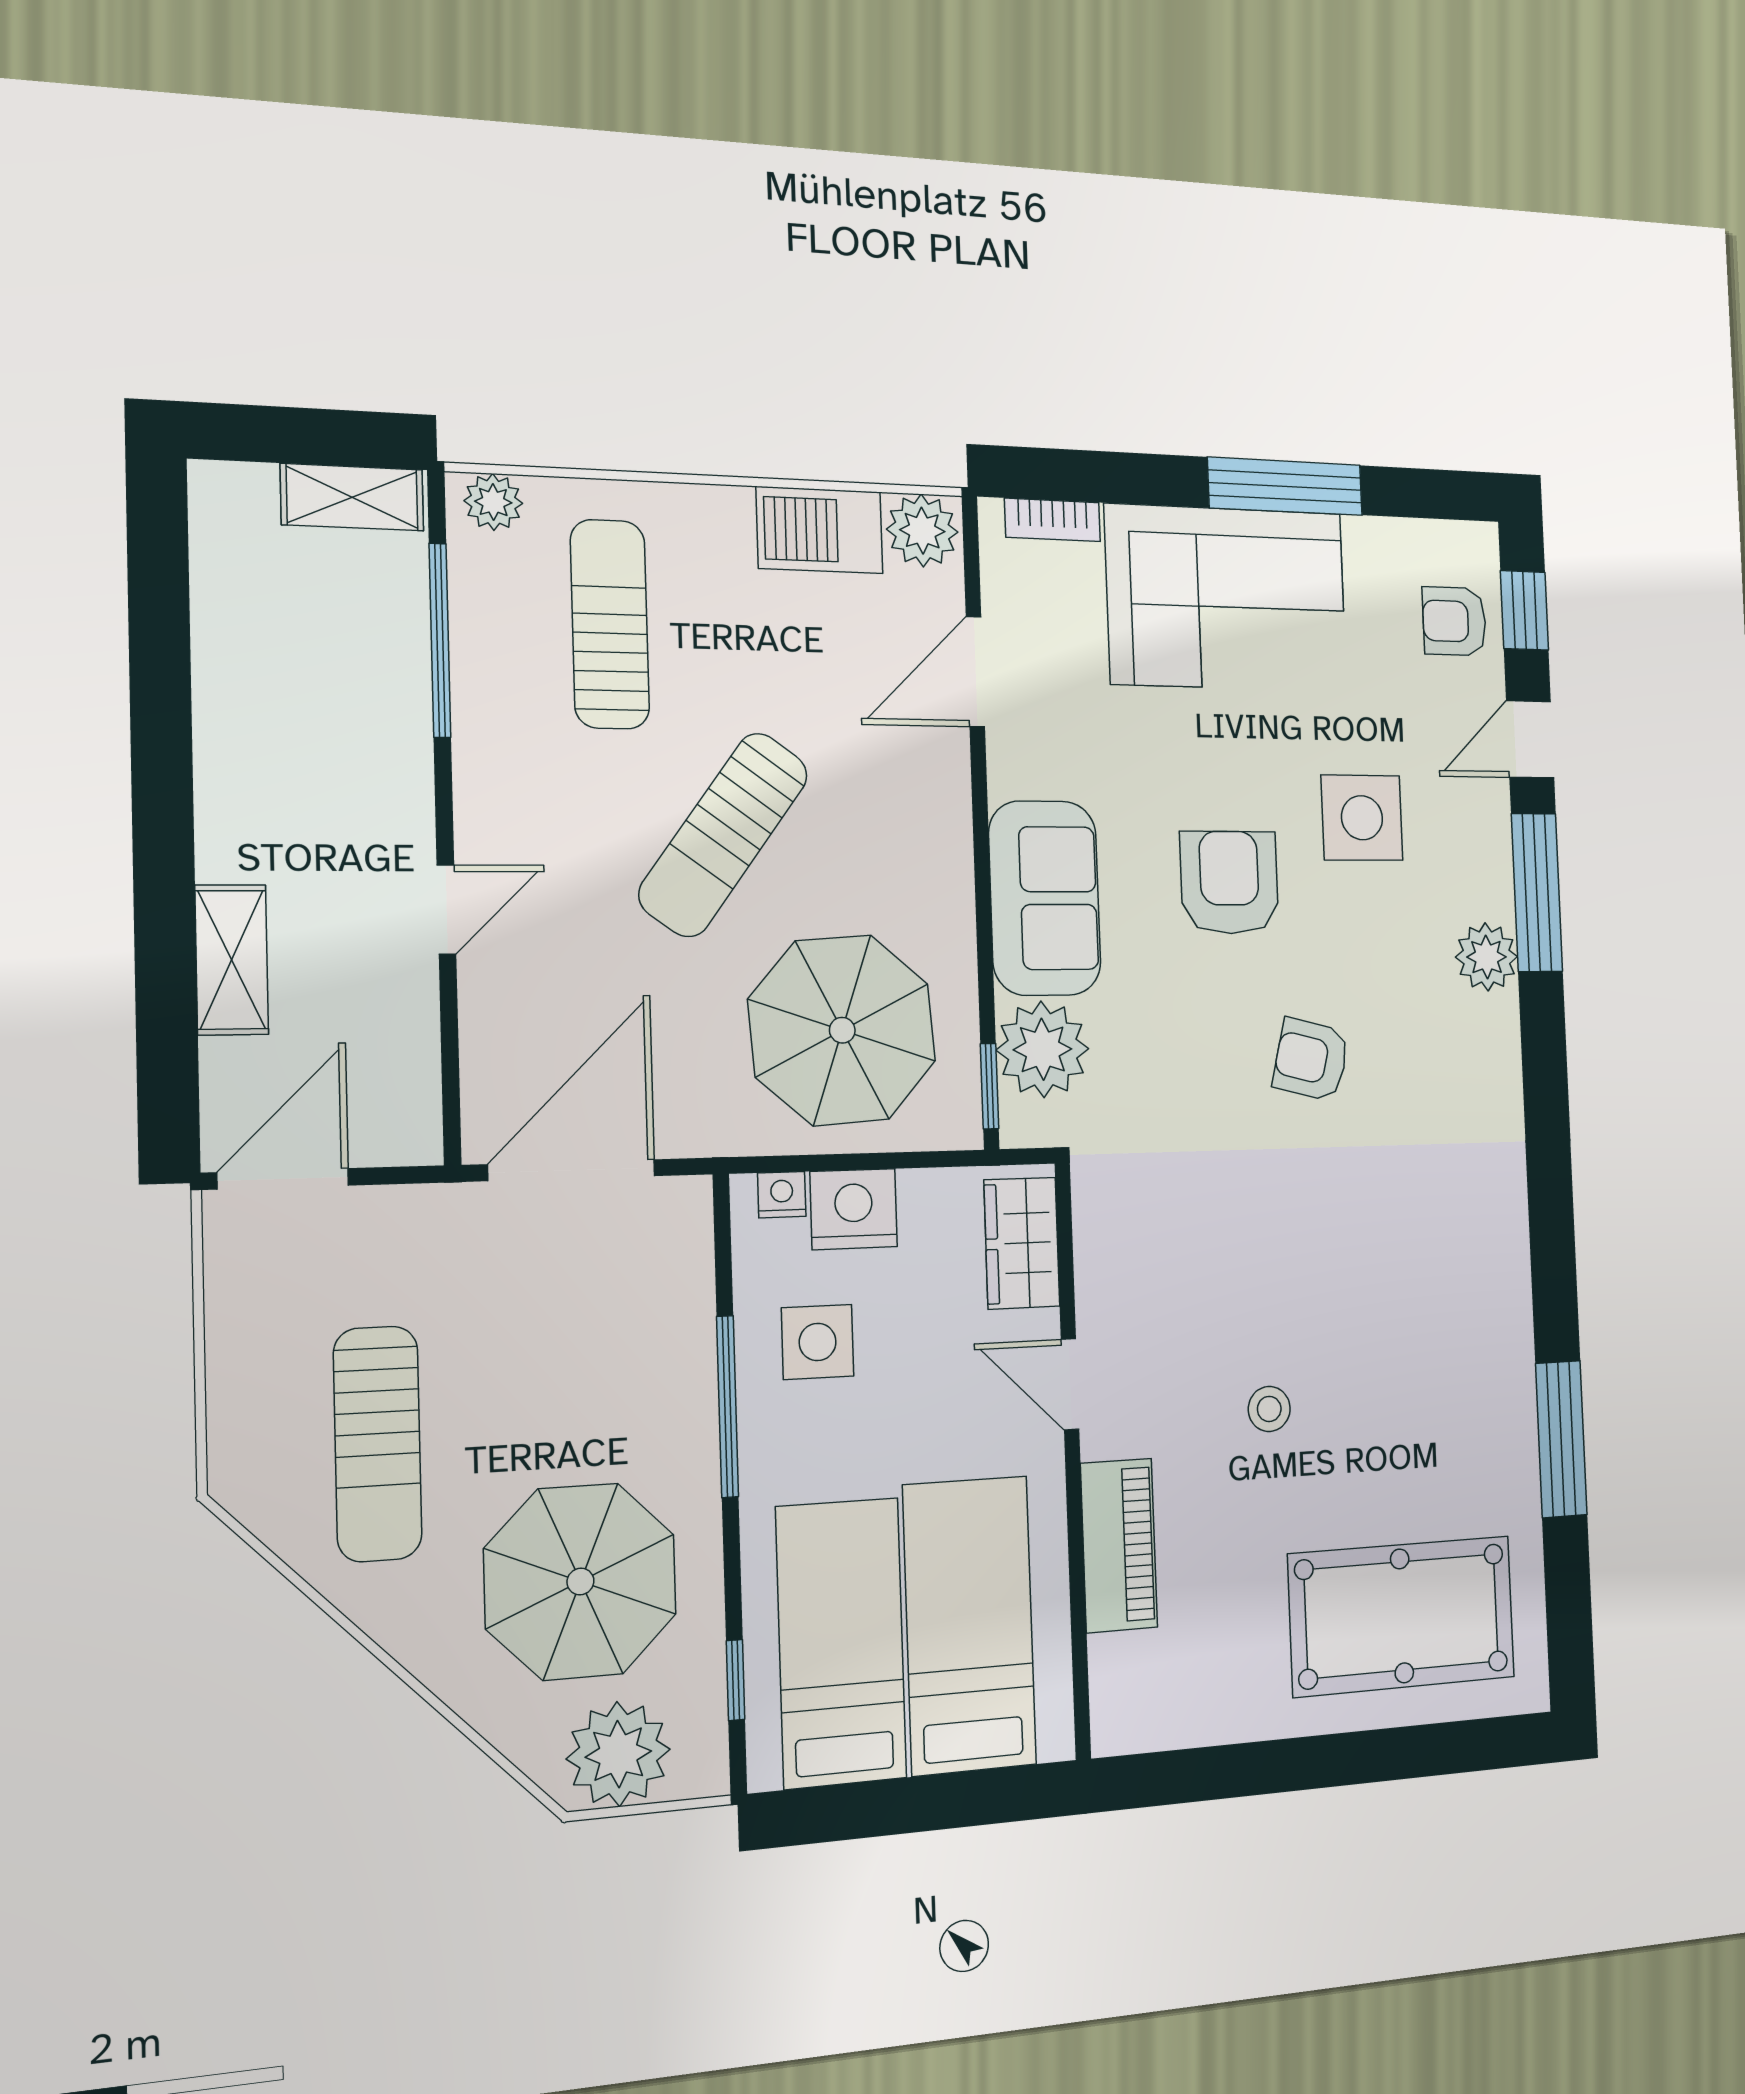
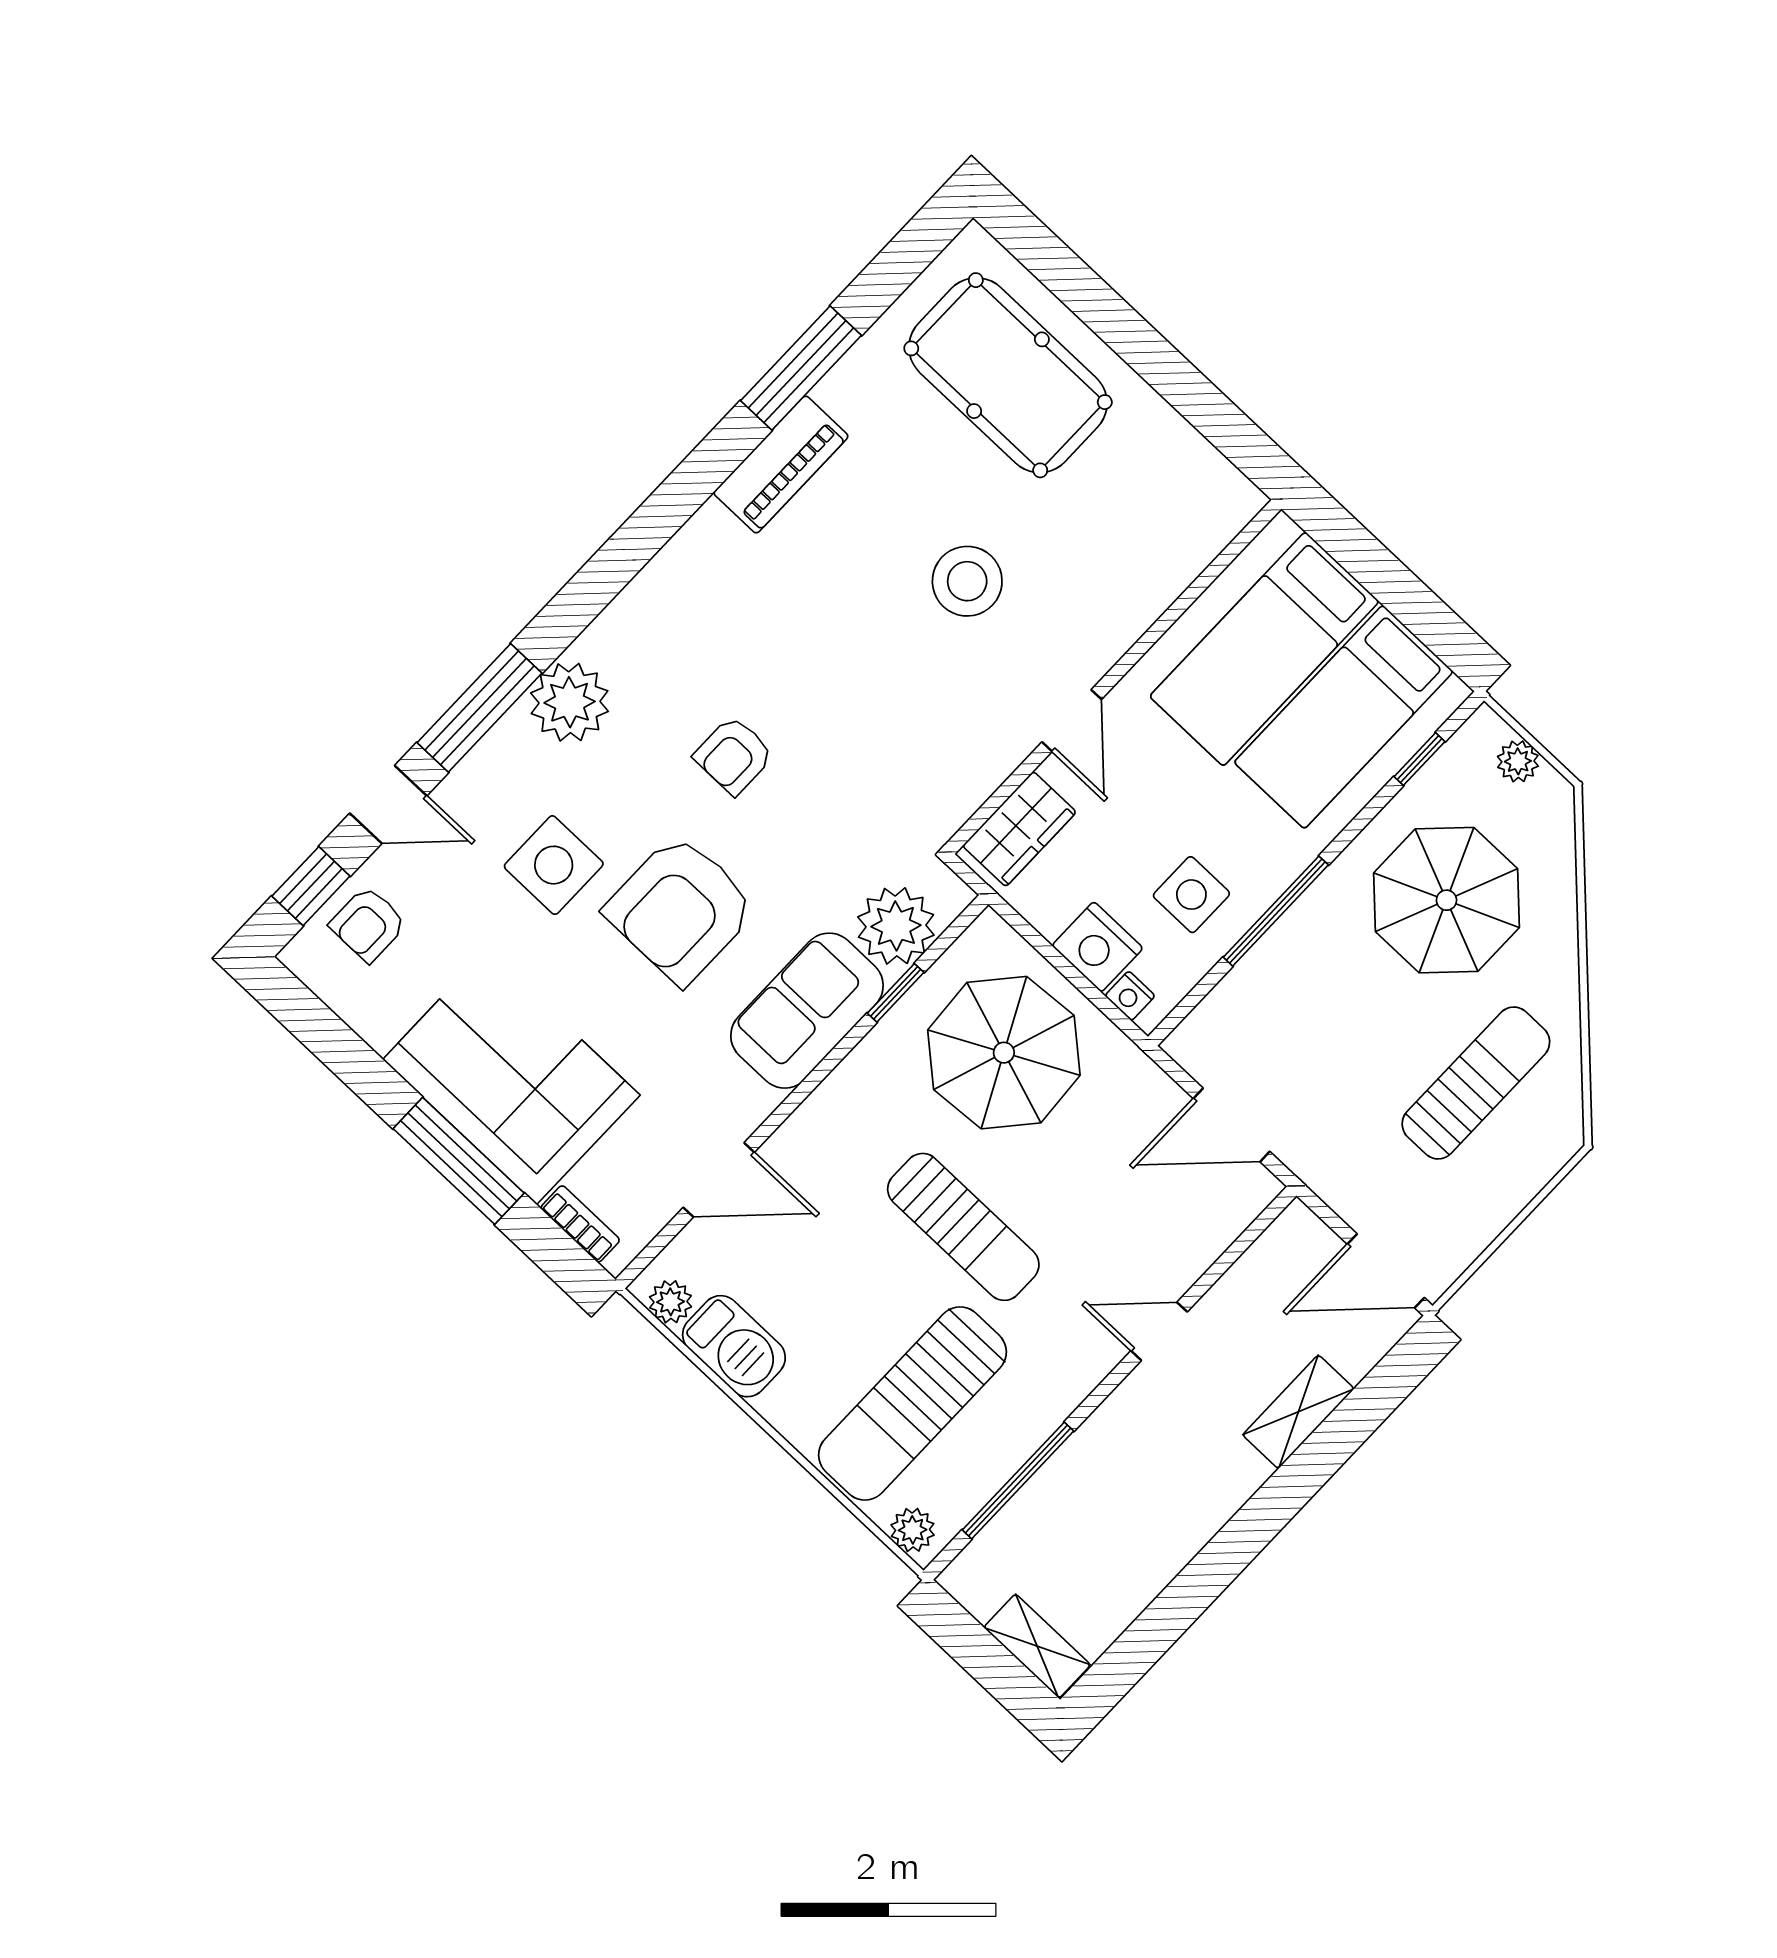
window: (1285, 486) -> (459, 1161), moved
shelving: (352, 497) -> (1037, 1646), moved
plant: (922, 531) -> (671, 1302), width x0.73, depth x0.73
armchair: (1454, 621) -> (368, 924), turned 90
sun lounger: (610, 624) -> (912, 1404), width x1.36, depth x1.34
sun lounger: (723, 835) -> (963, 1227), turned 54
armchair: (1229, 882) -> (681, 909), width x1.36, depth x1.36
plant: (1487, 957) -> (570, 702), width x1.36, depth x1.36
armchair: (1311, 1060) -> (734, 755), turned 76
window: (989, 1086) -> (896, 993), moved
door: (572, 1170) -> (1232, 1125), width x0.73
stool: (1269, 1409) -> (967, 581), width x1.89, depth x1.89
piano: (1119, 1545) -> (781, 464), moved, turned 180
plant: (618, 1754) -> (1518, 761), width x0.53, depth x0.53

